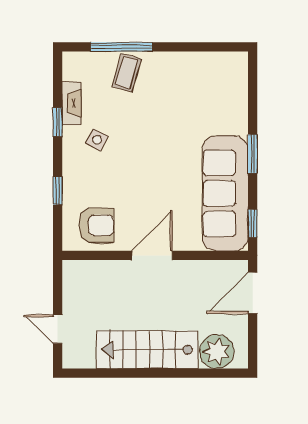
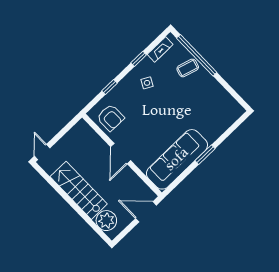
window: (122, 47) -> (197, 55), width x1.46
fireplace: (72, 103) -> (160, 49), moved
window: (253, 223) -> (175, 183), removed
door: (152, 255) -> (121, 154), swing flipped
door: (58, 329) -> (42, 152), moved

